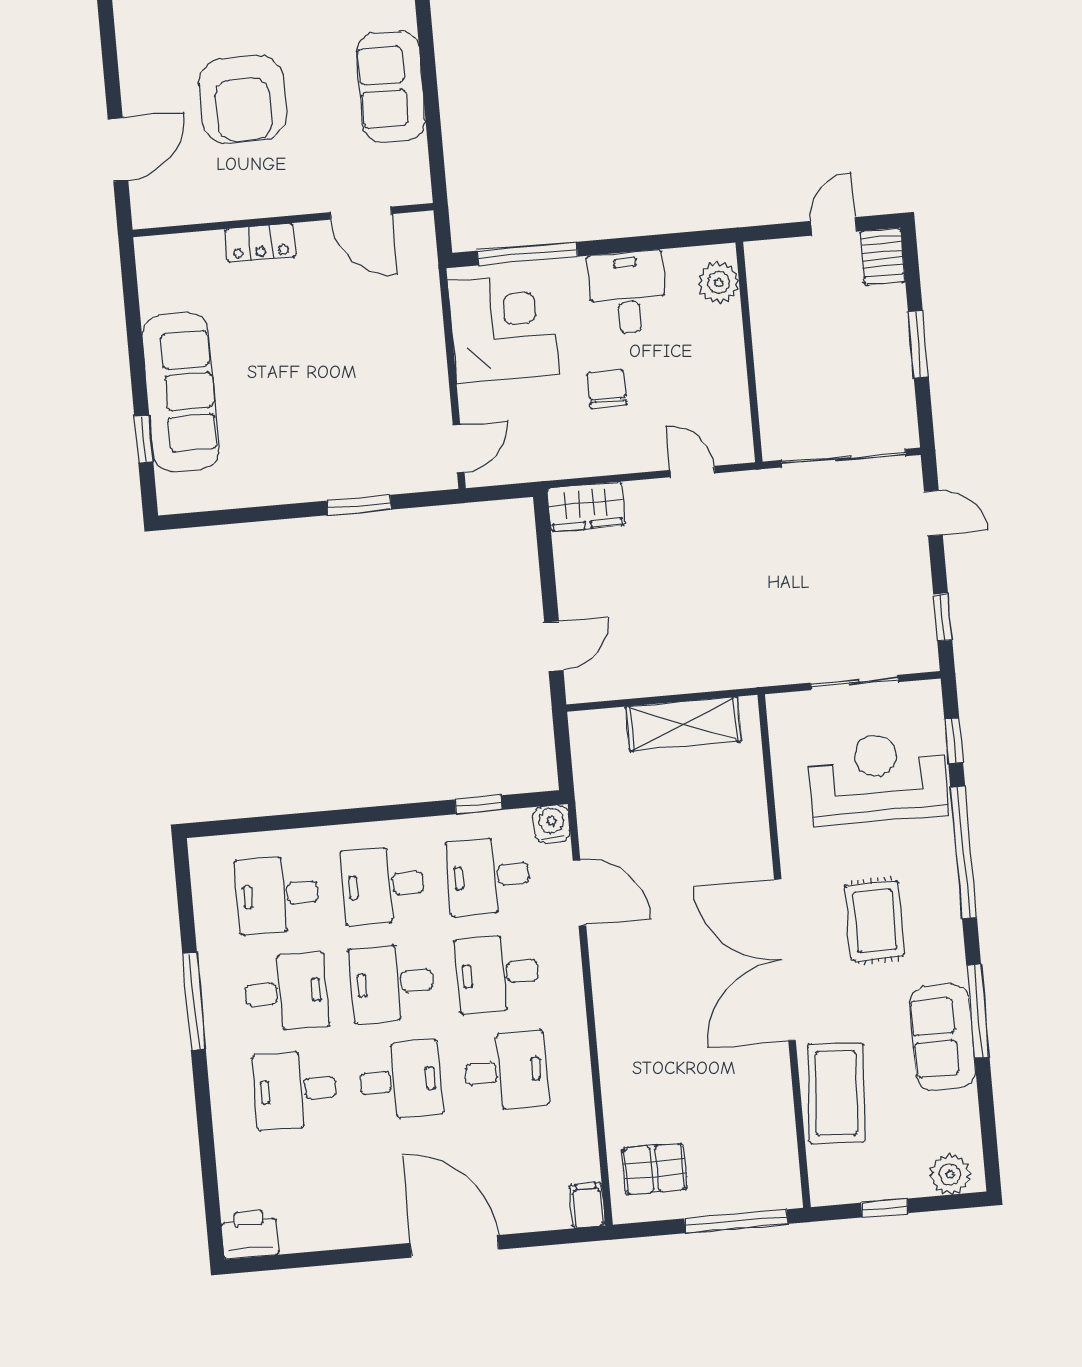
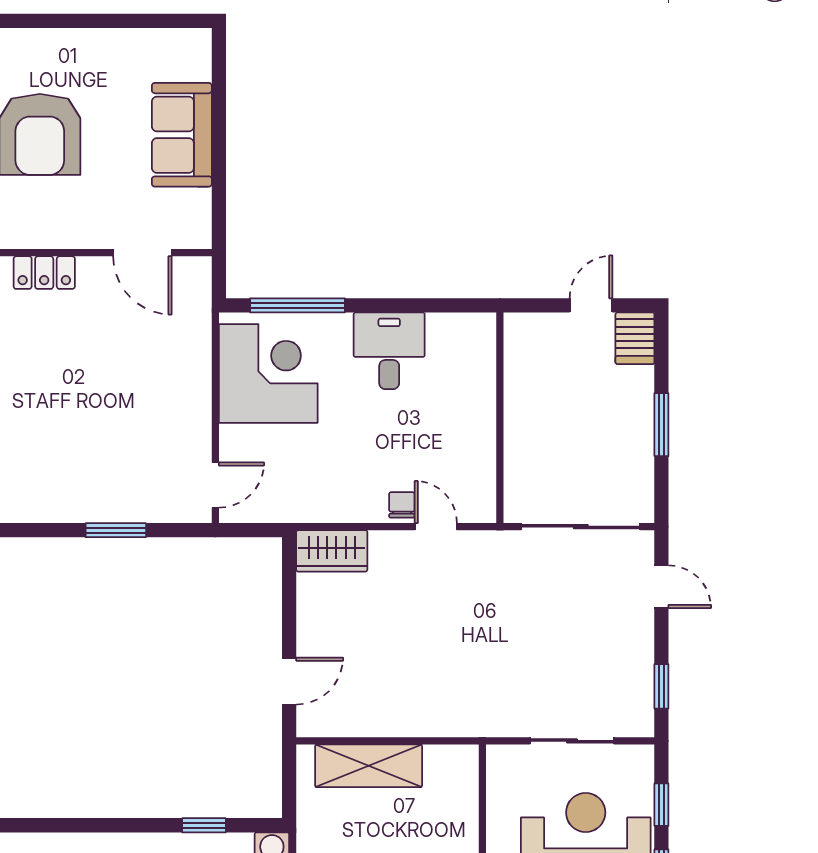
plant: (719, 283) -> (477, 349), removed
chair: (607, 389) -> (402, 505), moved, width x0.73, depth x0.73
shelving: (684, 724) -> (369, 766), moved

